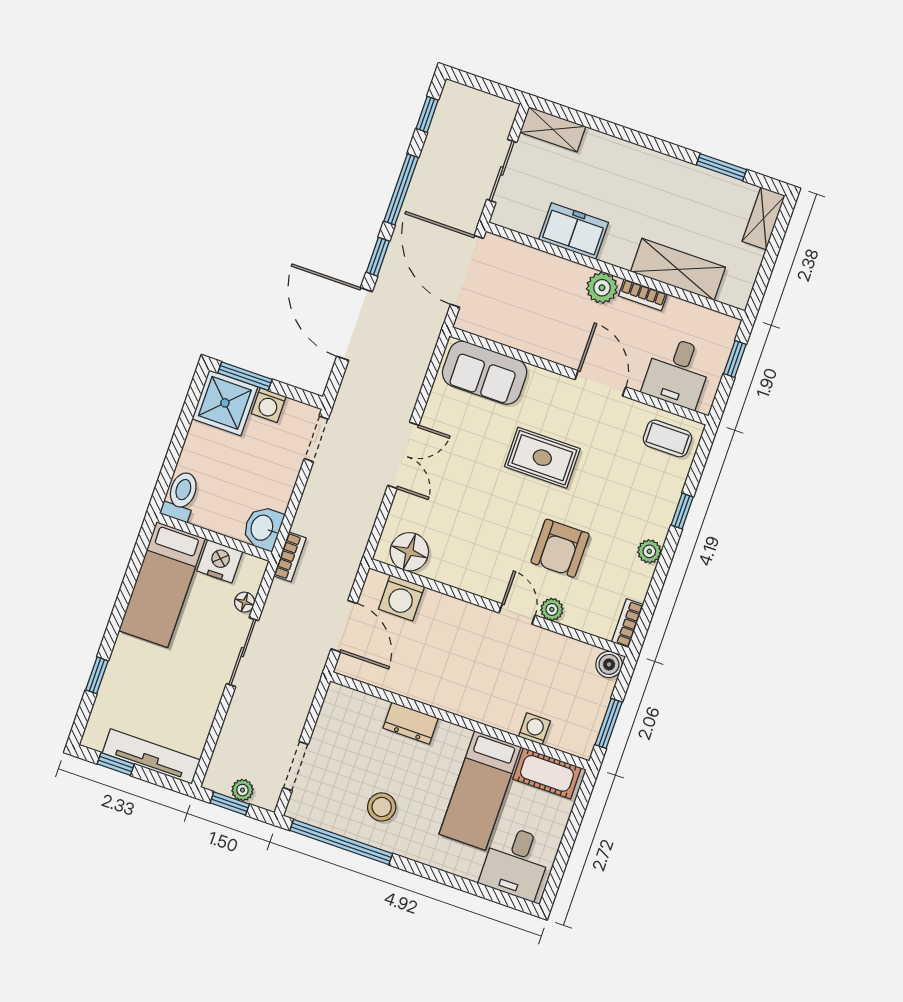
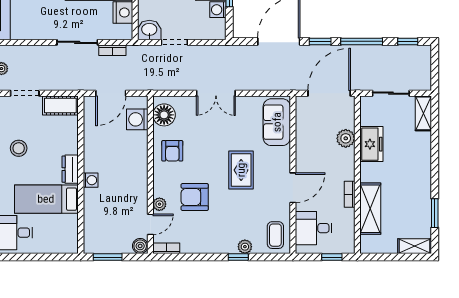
plant: (602, 288) -> (346, 138), moved
doorway: (316, 439) -> (174, 42), moved
plant: (649, 551) -> (245, 247), moved
bookcase: (290, 557) -> (112, 50), moved
armchair: (472, 559) -> (172, 151), added
floor lamp: (245, 602) -> (105, 34), removed
door: (517, 614) -> (150, 224), moved
dresser: (411, 723) -> (70, 169), moved
washing machine: (534, 729) -> (91, 180), moved
cot: (547, 773) -> (60, 105), moved, turned 90

